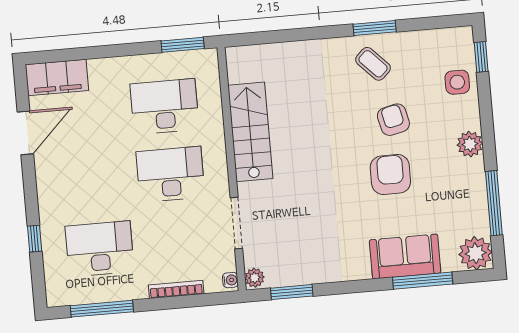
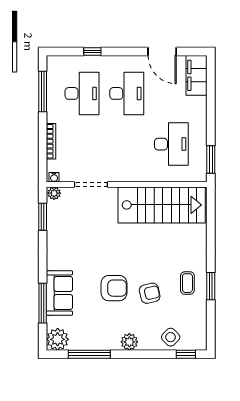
coffee table: (373, 64) -> (187, 283), turned -46
side table: (457, 82) -> (171, 337), turned 45
stairs: (250, 132) -> (162, 205), width x1.36, depth x1.51
desk: (170, 174) -> (127, 93), moved

